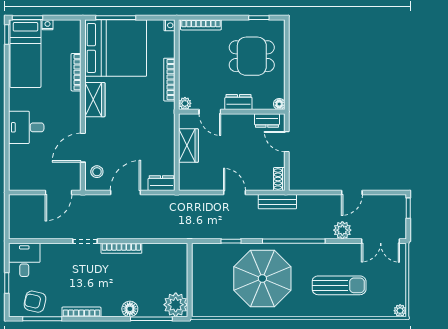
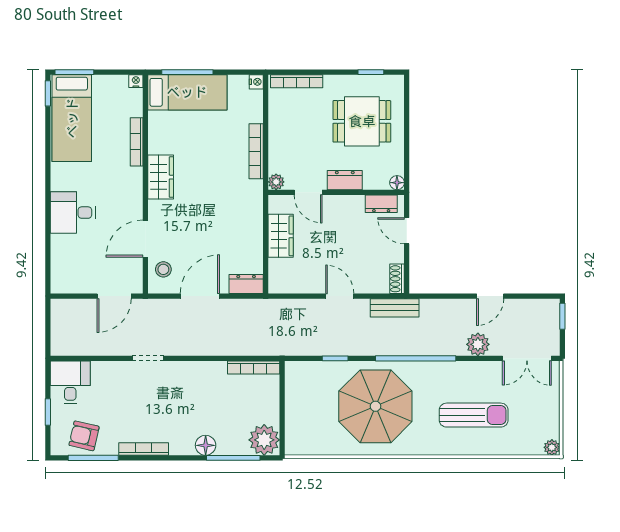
nightstand: (47, 25) -> (136, 81), moved
bed: (116, 48) -> (187, 92), width x0.49
bookcase: (121, 248) -> (254, 367), moved

